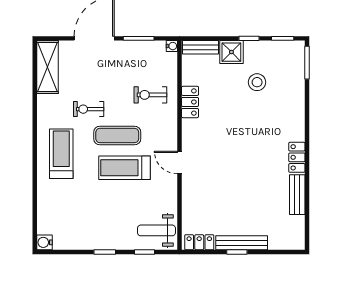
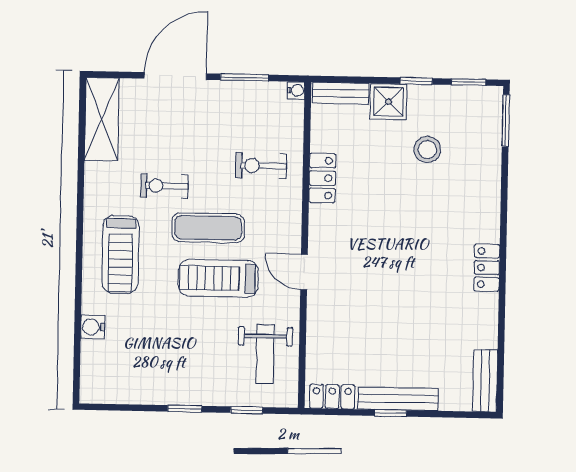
treadmill: (61, 154) -> (120, 254), turned 180
bench: (297, 195) -> (485, 381), moved
weight bench: (156, 230) -> (265, 354), moved, turned -90
water cooler: (44, 242) -> (93, 327), moved

